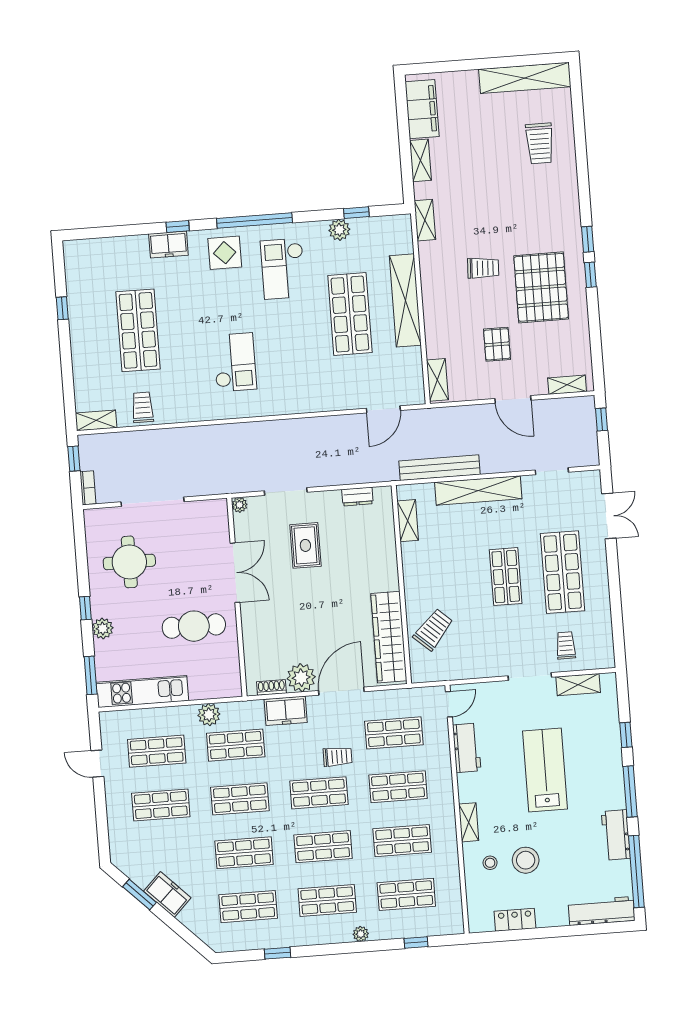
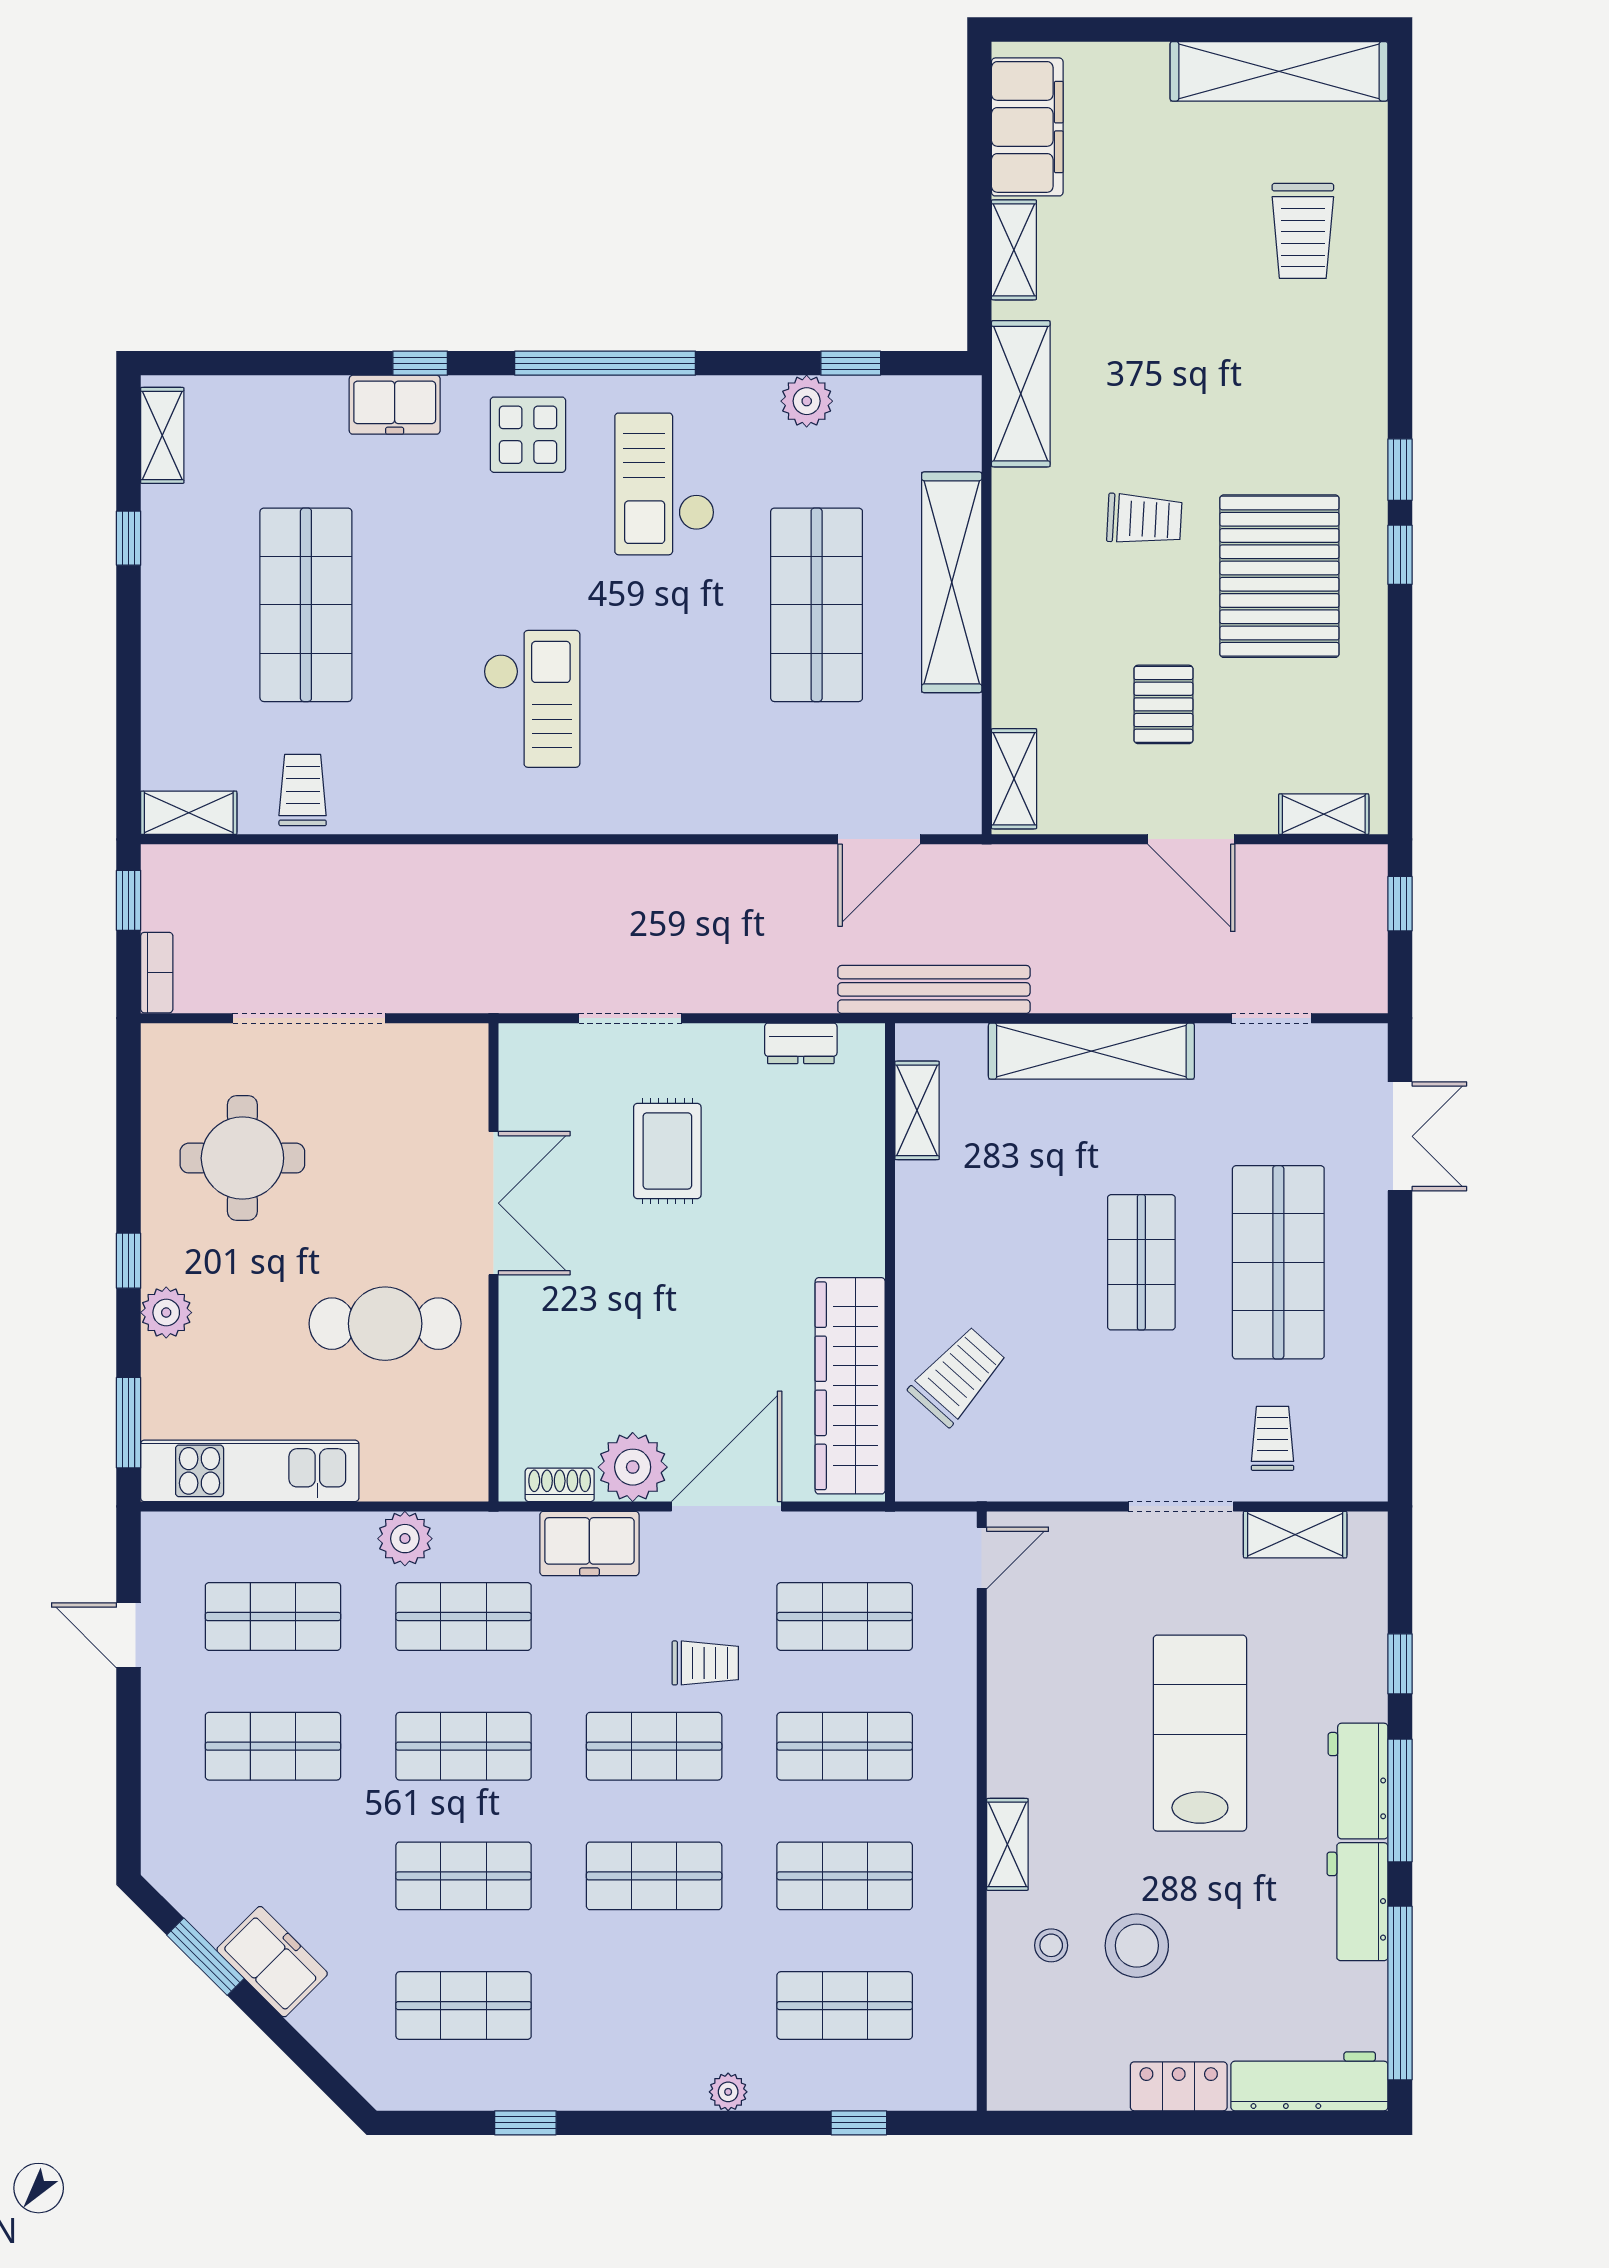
shelving: (425, 220) -> (1021, 394), width x1.50, depth x1.33
shelving: (73, 265) -> (162, 435), added
bench: (440, 468) -> (934, 989), moved
plant: (240, 505) -> (517, 1042), removed
workbench: (467, 748) -> (1358, 1781), moved, turned 180
shop shelf: (327, 900) -> (654, 2006), removed
locker: (515, 920) -> (1179, 2086), moved

